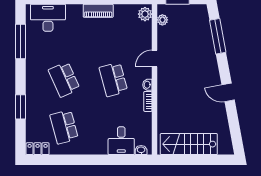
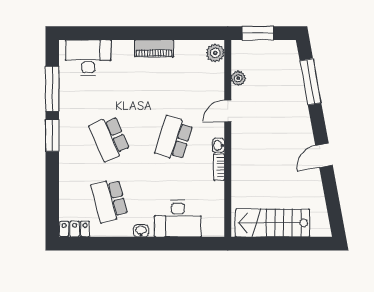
plant: (162, 20) -> (238, 78), moved
school desk: (113, 79) -> (174, 138), turned 33
door: (228, 92) -> (324, 155), hinge flipped
window: (20, 107) -> (52, 136), moved
desk: (121, 141) -> (178, 219), width x1.37
washbasin: (141, 150) -> (141, 231), moved

